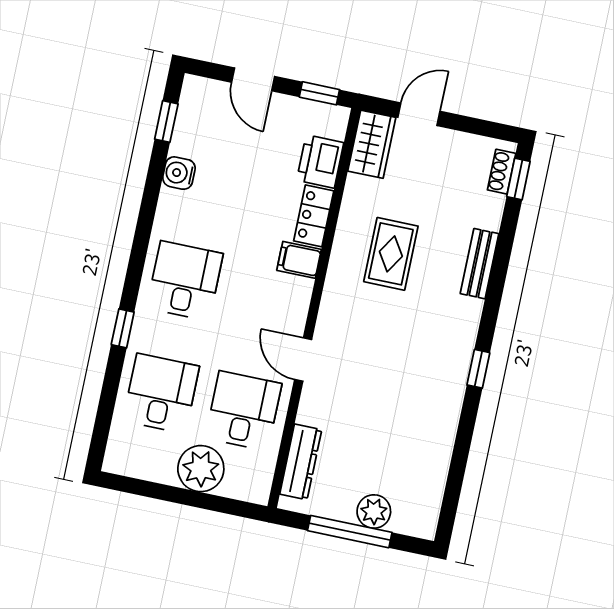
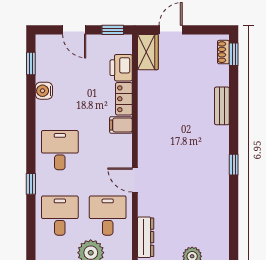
rug: (391, 254) -> (171, 111), removed

